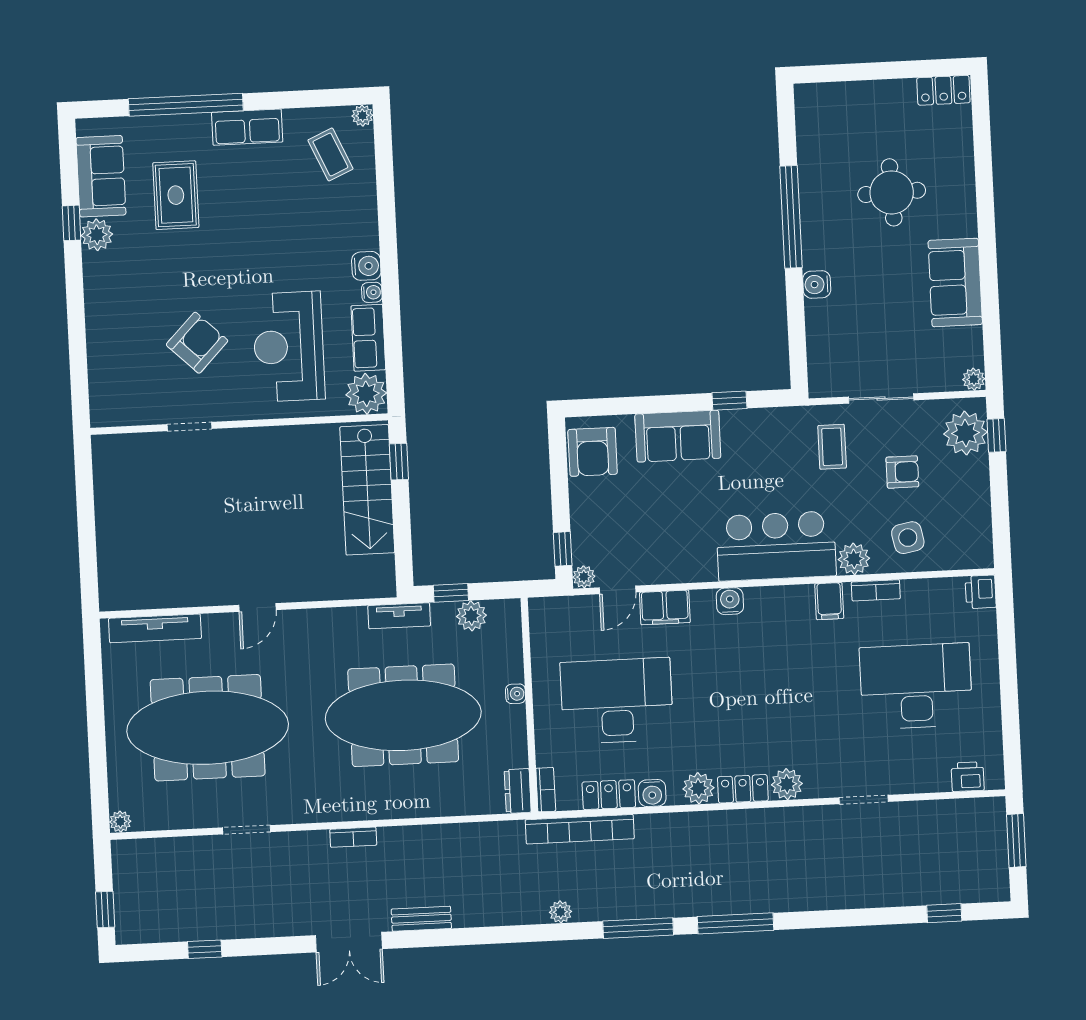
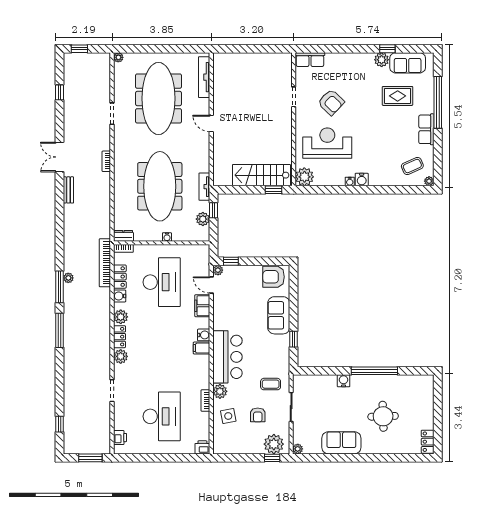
row of seats: (368, 338) -> (310, 60), moved, turned 180
filing cabinet: (829, 601) -> (202, 348), moved
plant: (560, 912) -> (68, 278), moved

